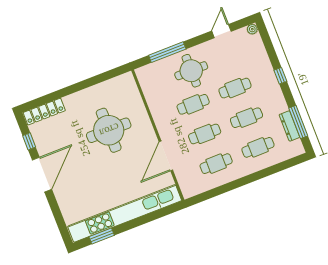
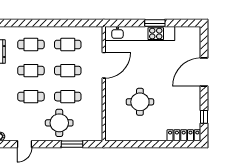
window: (167, 52) -> (72, 144), width x0.69
round table: (109, 130) -> (140, 102), width x0.73, depth x0.73
door: (42, 175) -> (204, 72), moved
kitchen unit: (125, 213) -> (140, 34), width x0.73
window: (102, 236) -> (155, 23), moved

